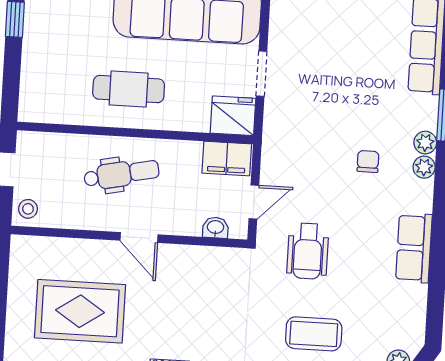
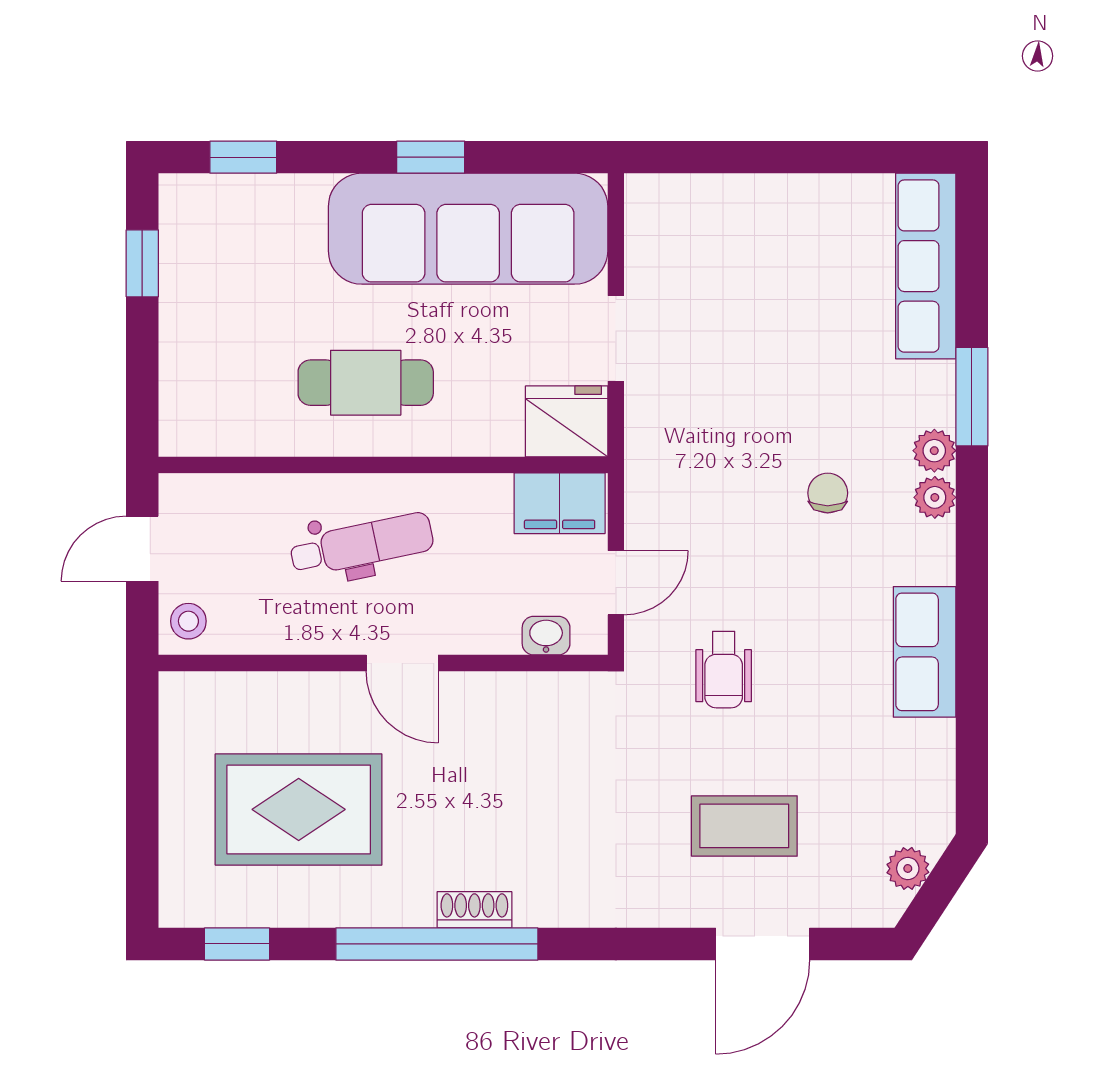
wheelchair: (308, 251) -> (724, 670), width x0.73, depth x0.73

